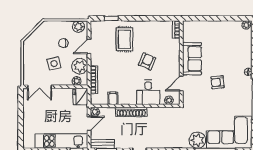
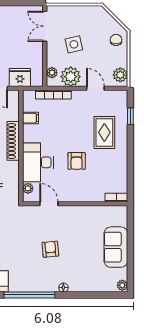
rug: (124, 39) -> (104, 132), turned 90
chair: (63, 43) -> (116, 40), moved
sofa: (192, 59) -> (116, 247), moved, turned 90
armchair: (147, 61) -> (77, 161), turned 66
desk: (148, 92) -> (38, 162), width x1.37
fridge: (80, 97) -> (20, 77), moved
plant: (95, 112) -> (13, 96), removed

